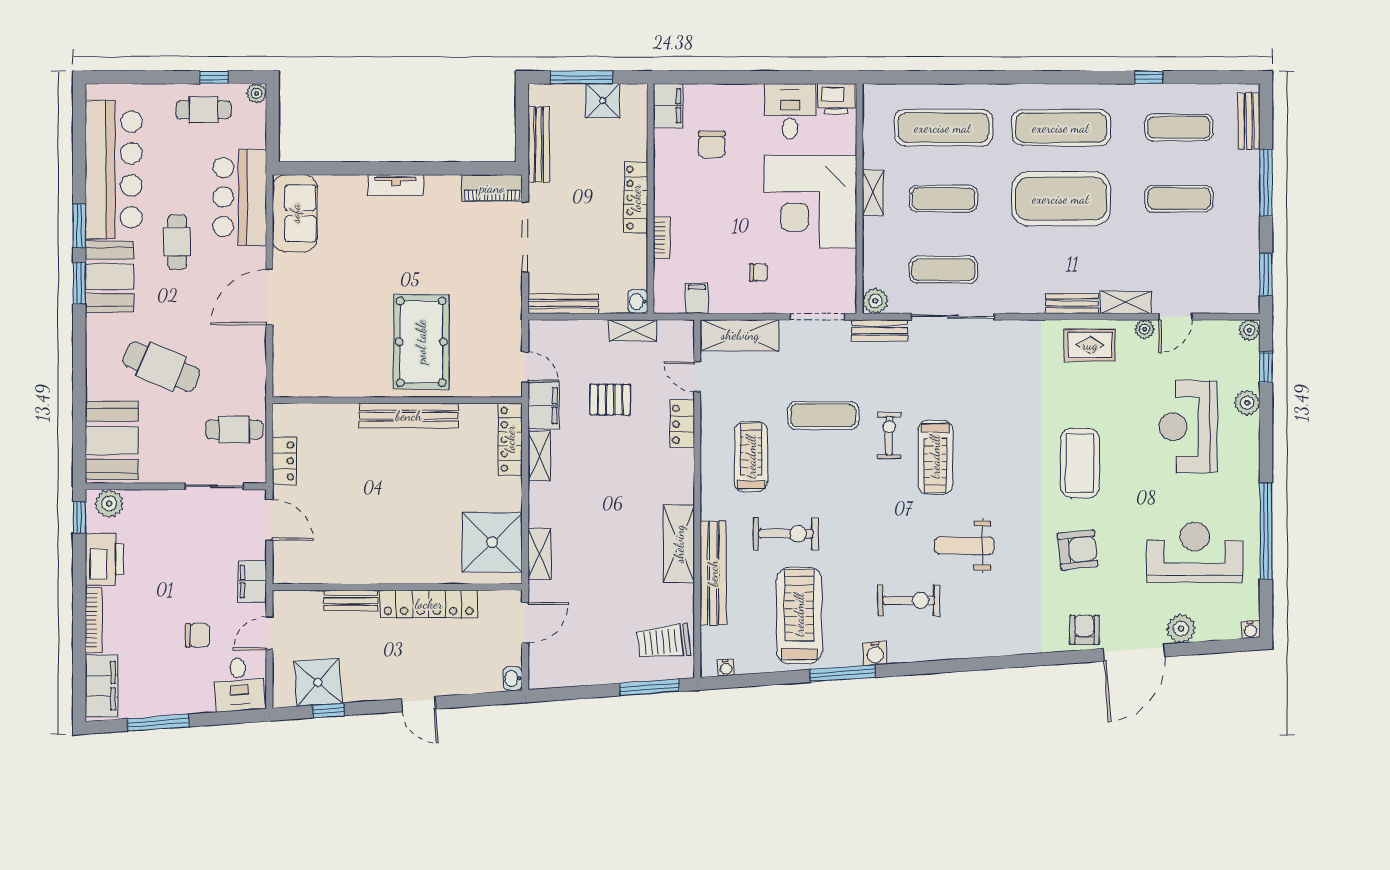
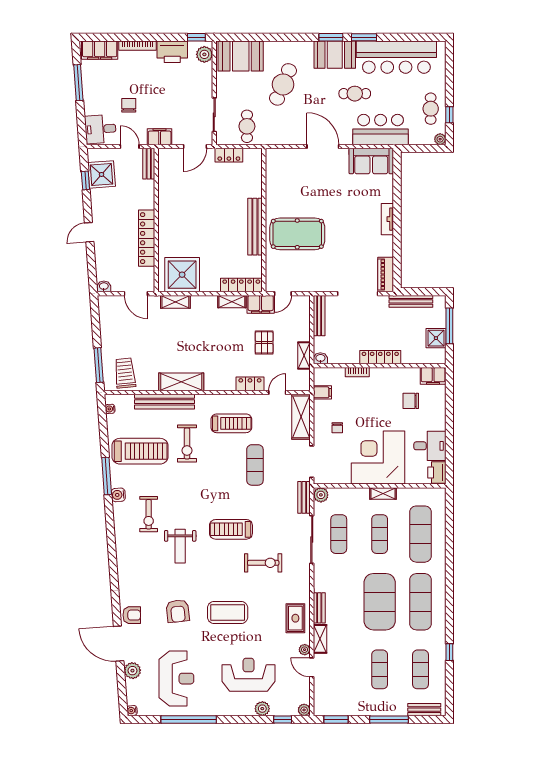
exercise bike: (889, 436) -> (263, 563), moved, width x1.38, depth x1.39
weight bench: (964, 546) -> (180, 546), turned 180
bench: (351, 600) -> (149, 164), moved
chair: (198, 635) -> (129, 105), turned 180

